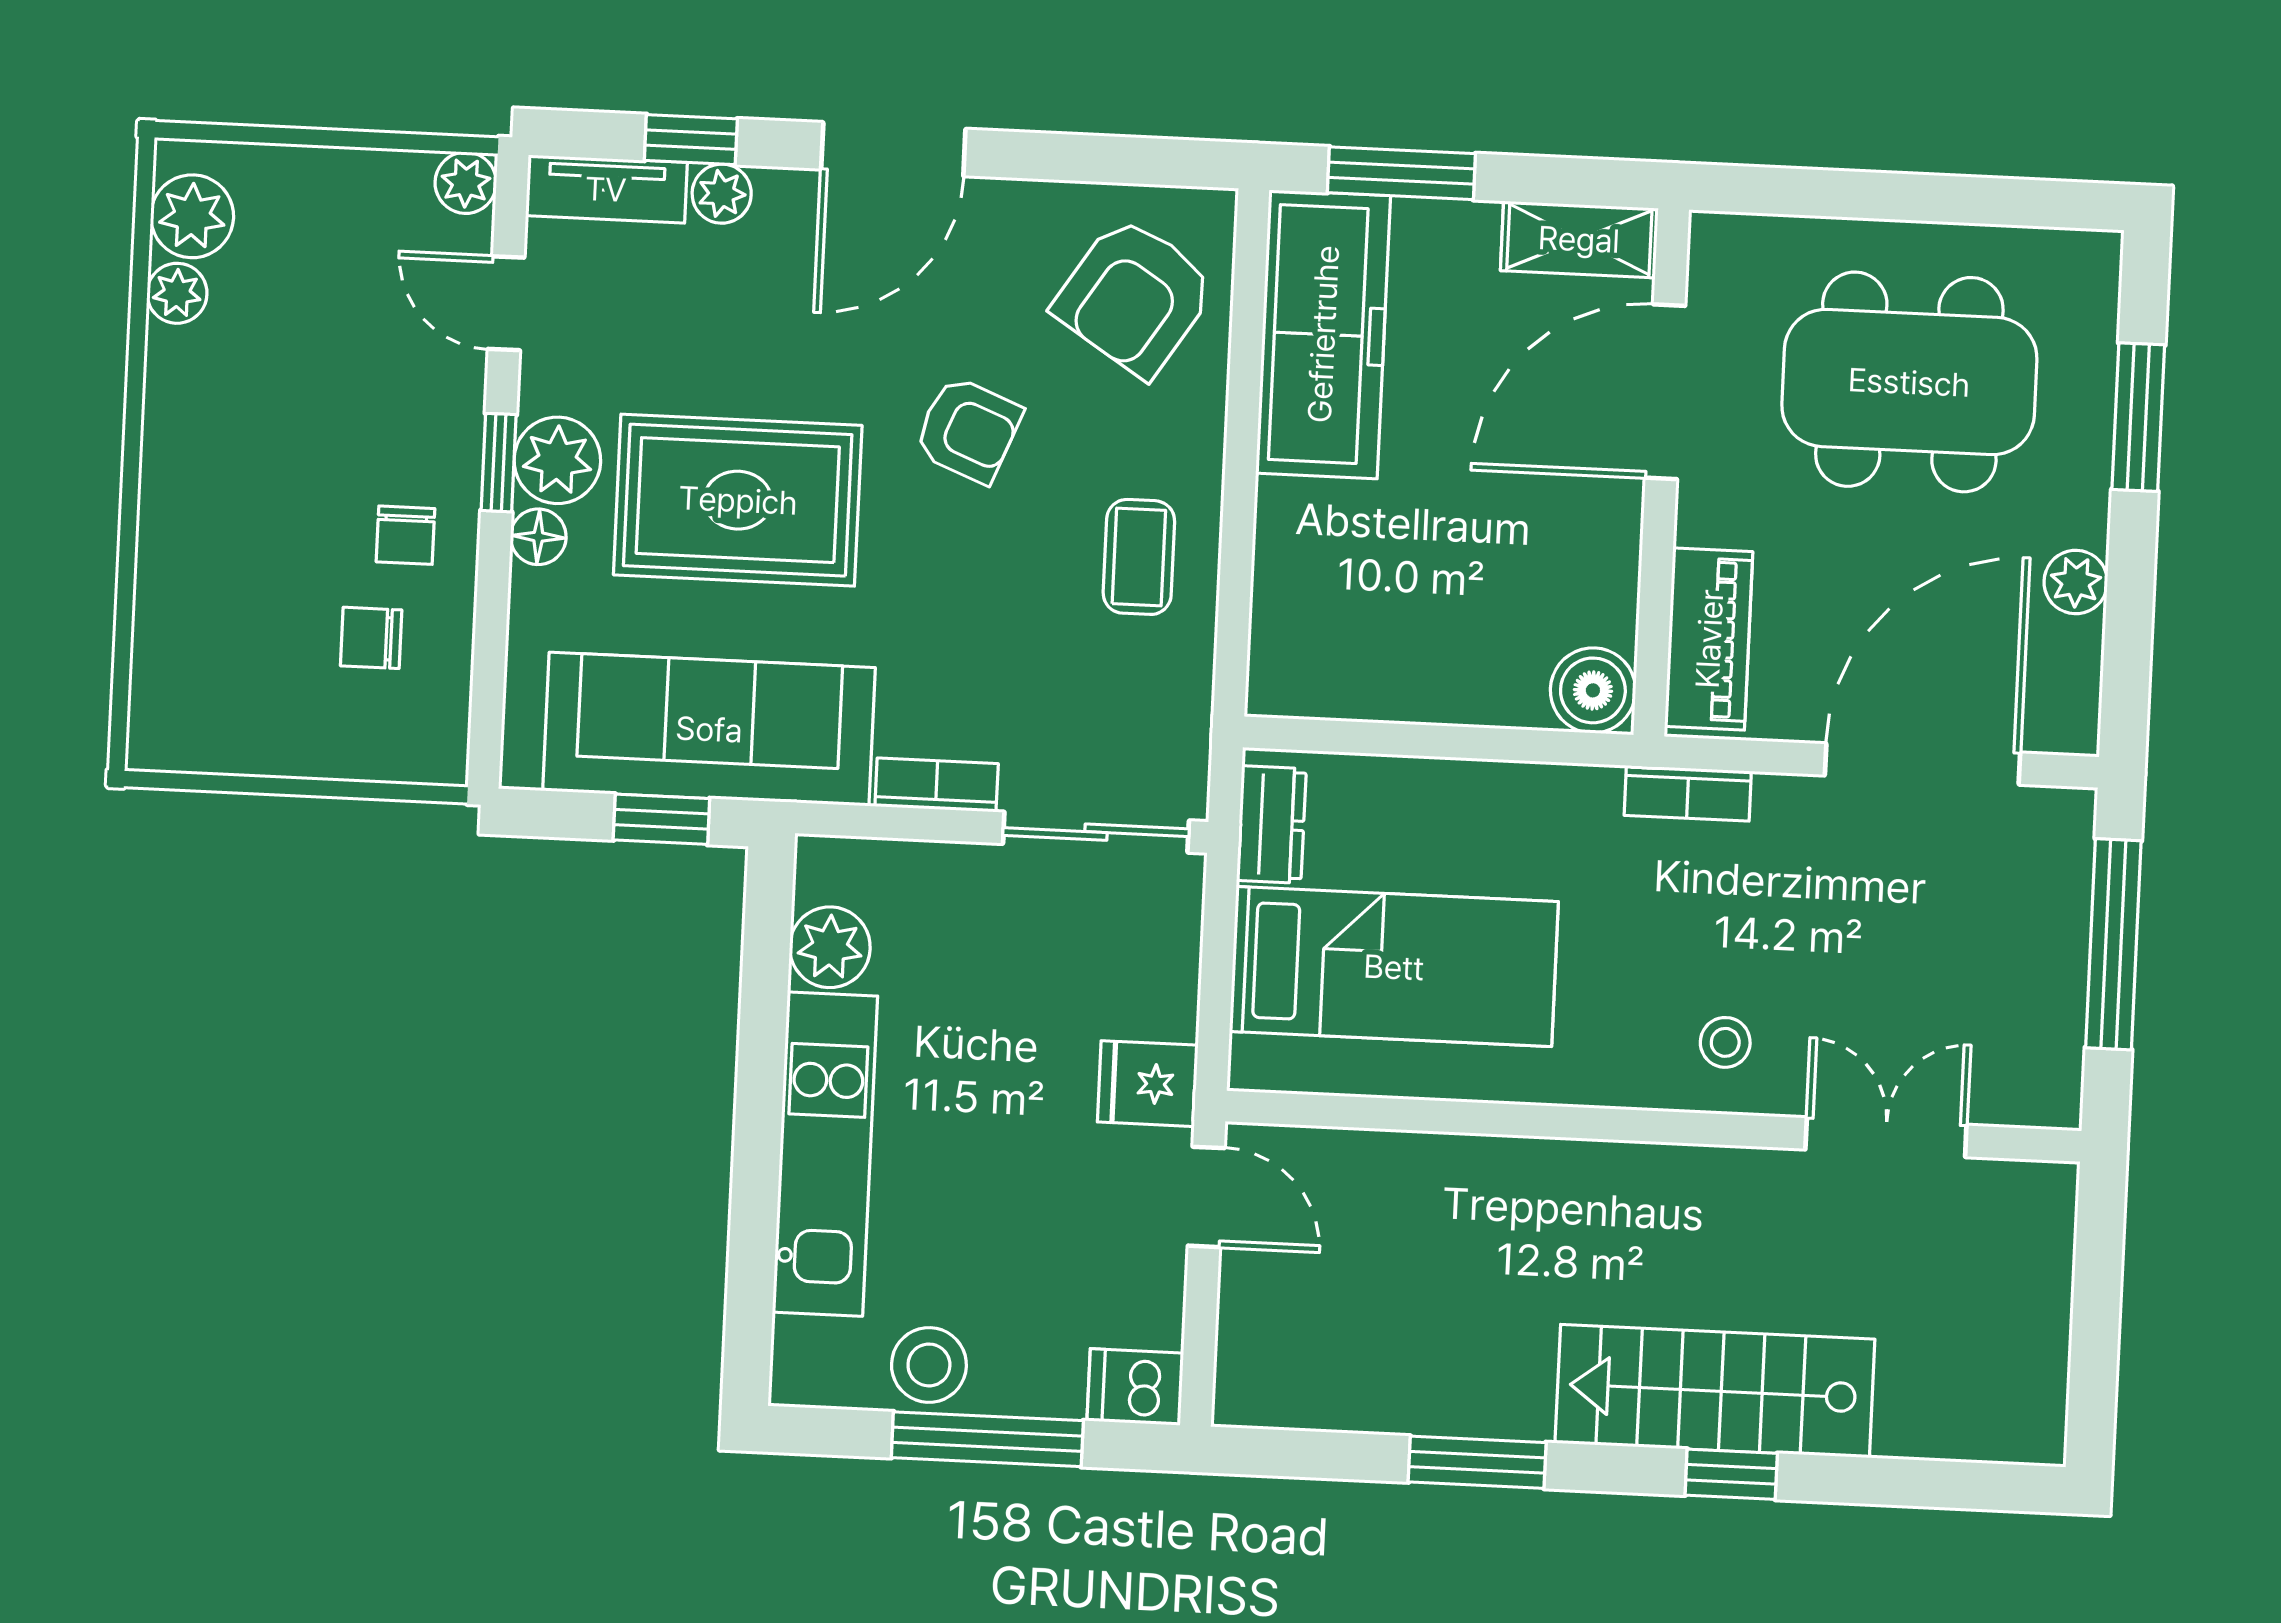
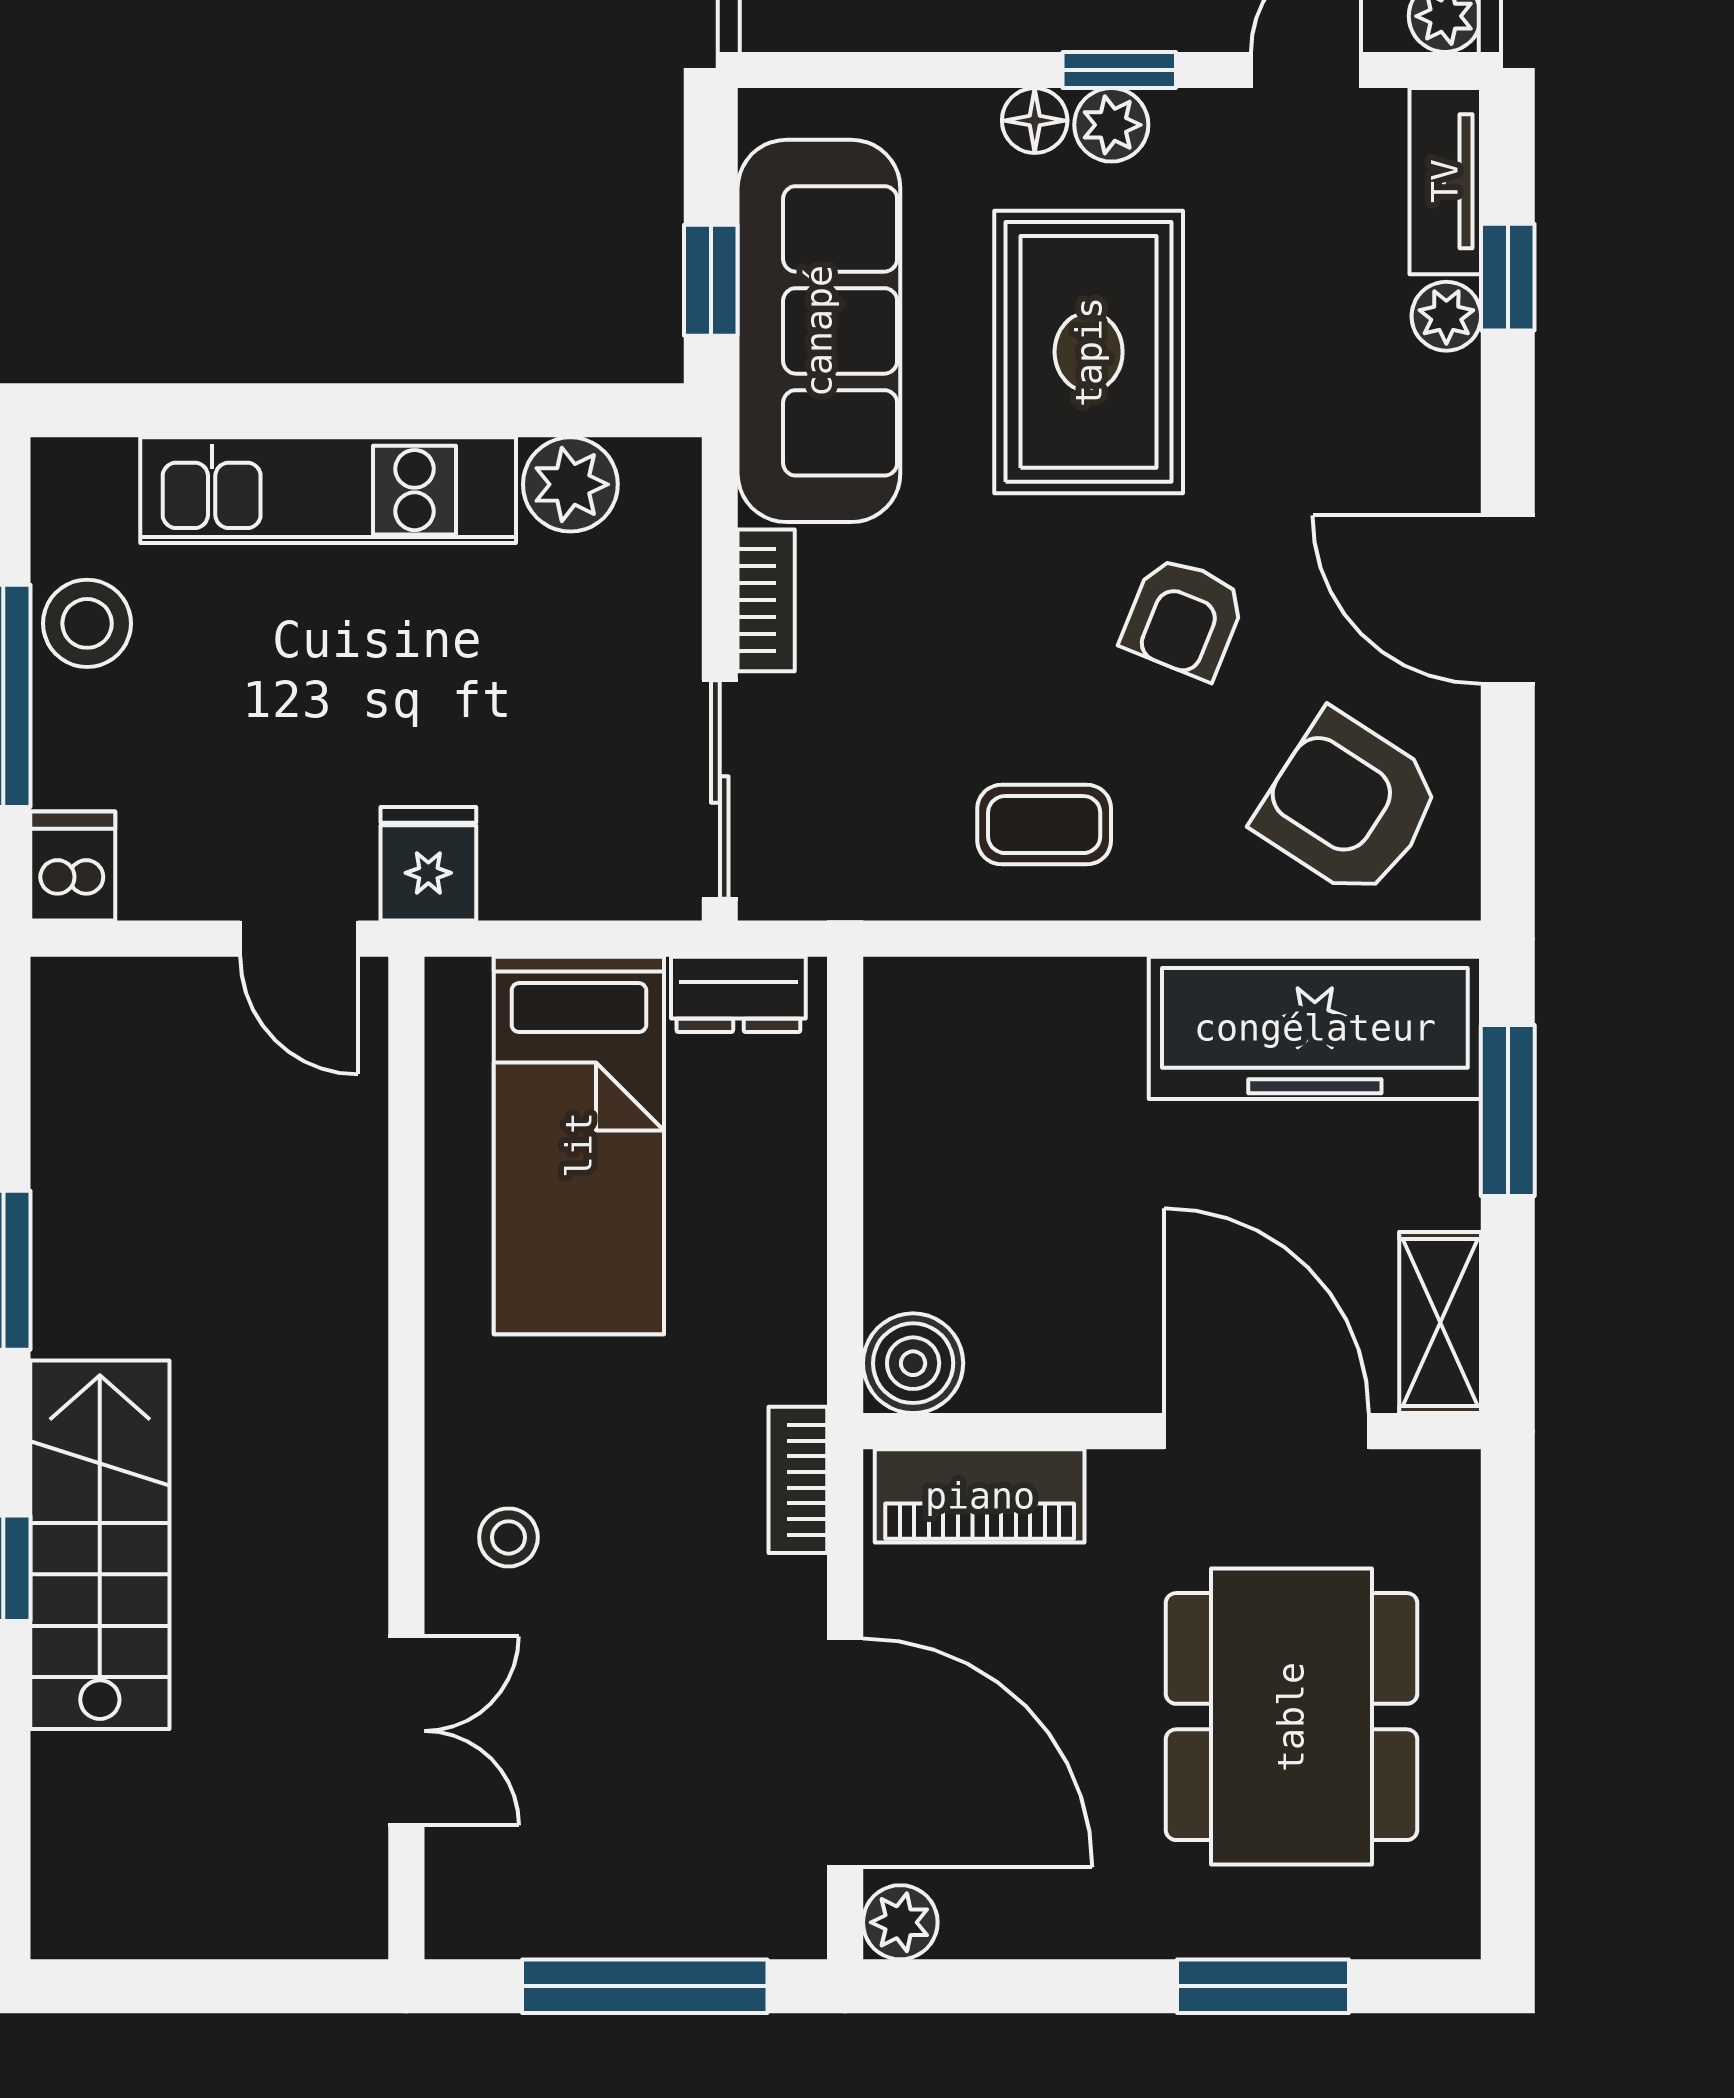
door: (893, 149) -> (1508, 600), moved
plant: (557, 460) -> (1111, 125), width x0.73, depth x0.73
plant: (2076, 582) -> (900, 1922), moved
door: (1206, 1197) -> (299, 939), hinge flipped

